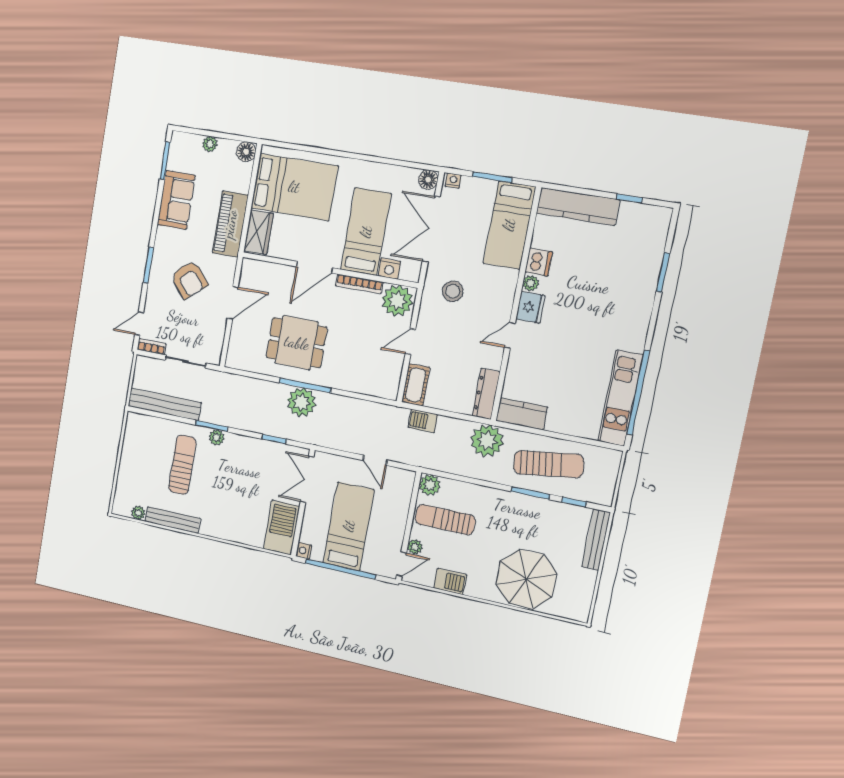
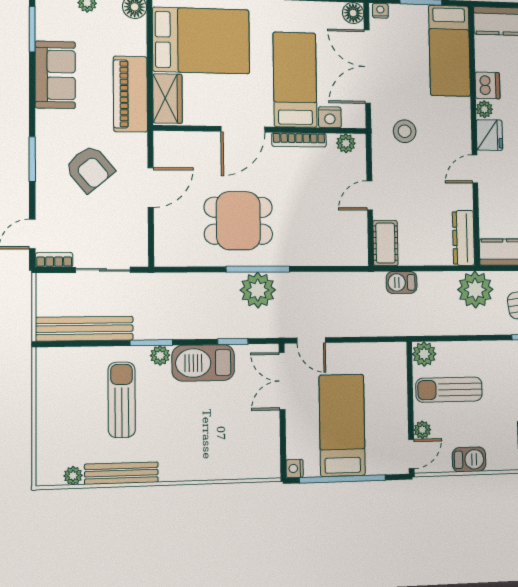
plant: (397, 301) -> (346, 143), width x0.53, depth x0.53
door: (375, 460) -> (311, 340), moved
barbecue: (282, 528) -> (203, 363), moved, turned -90

